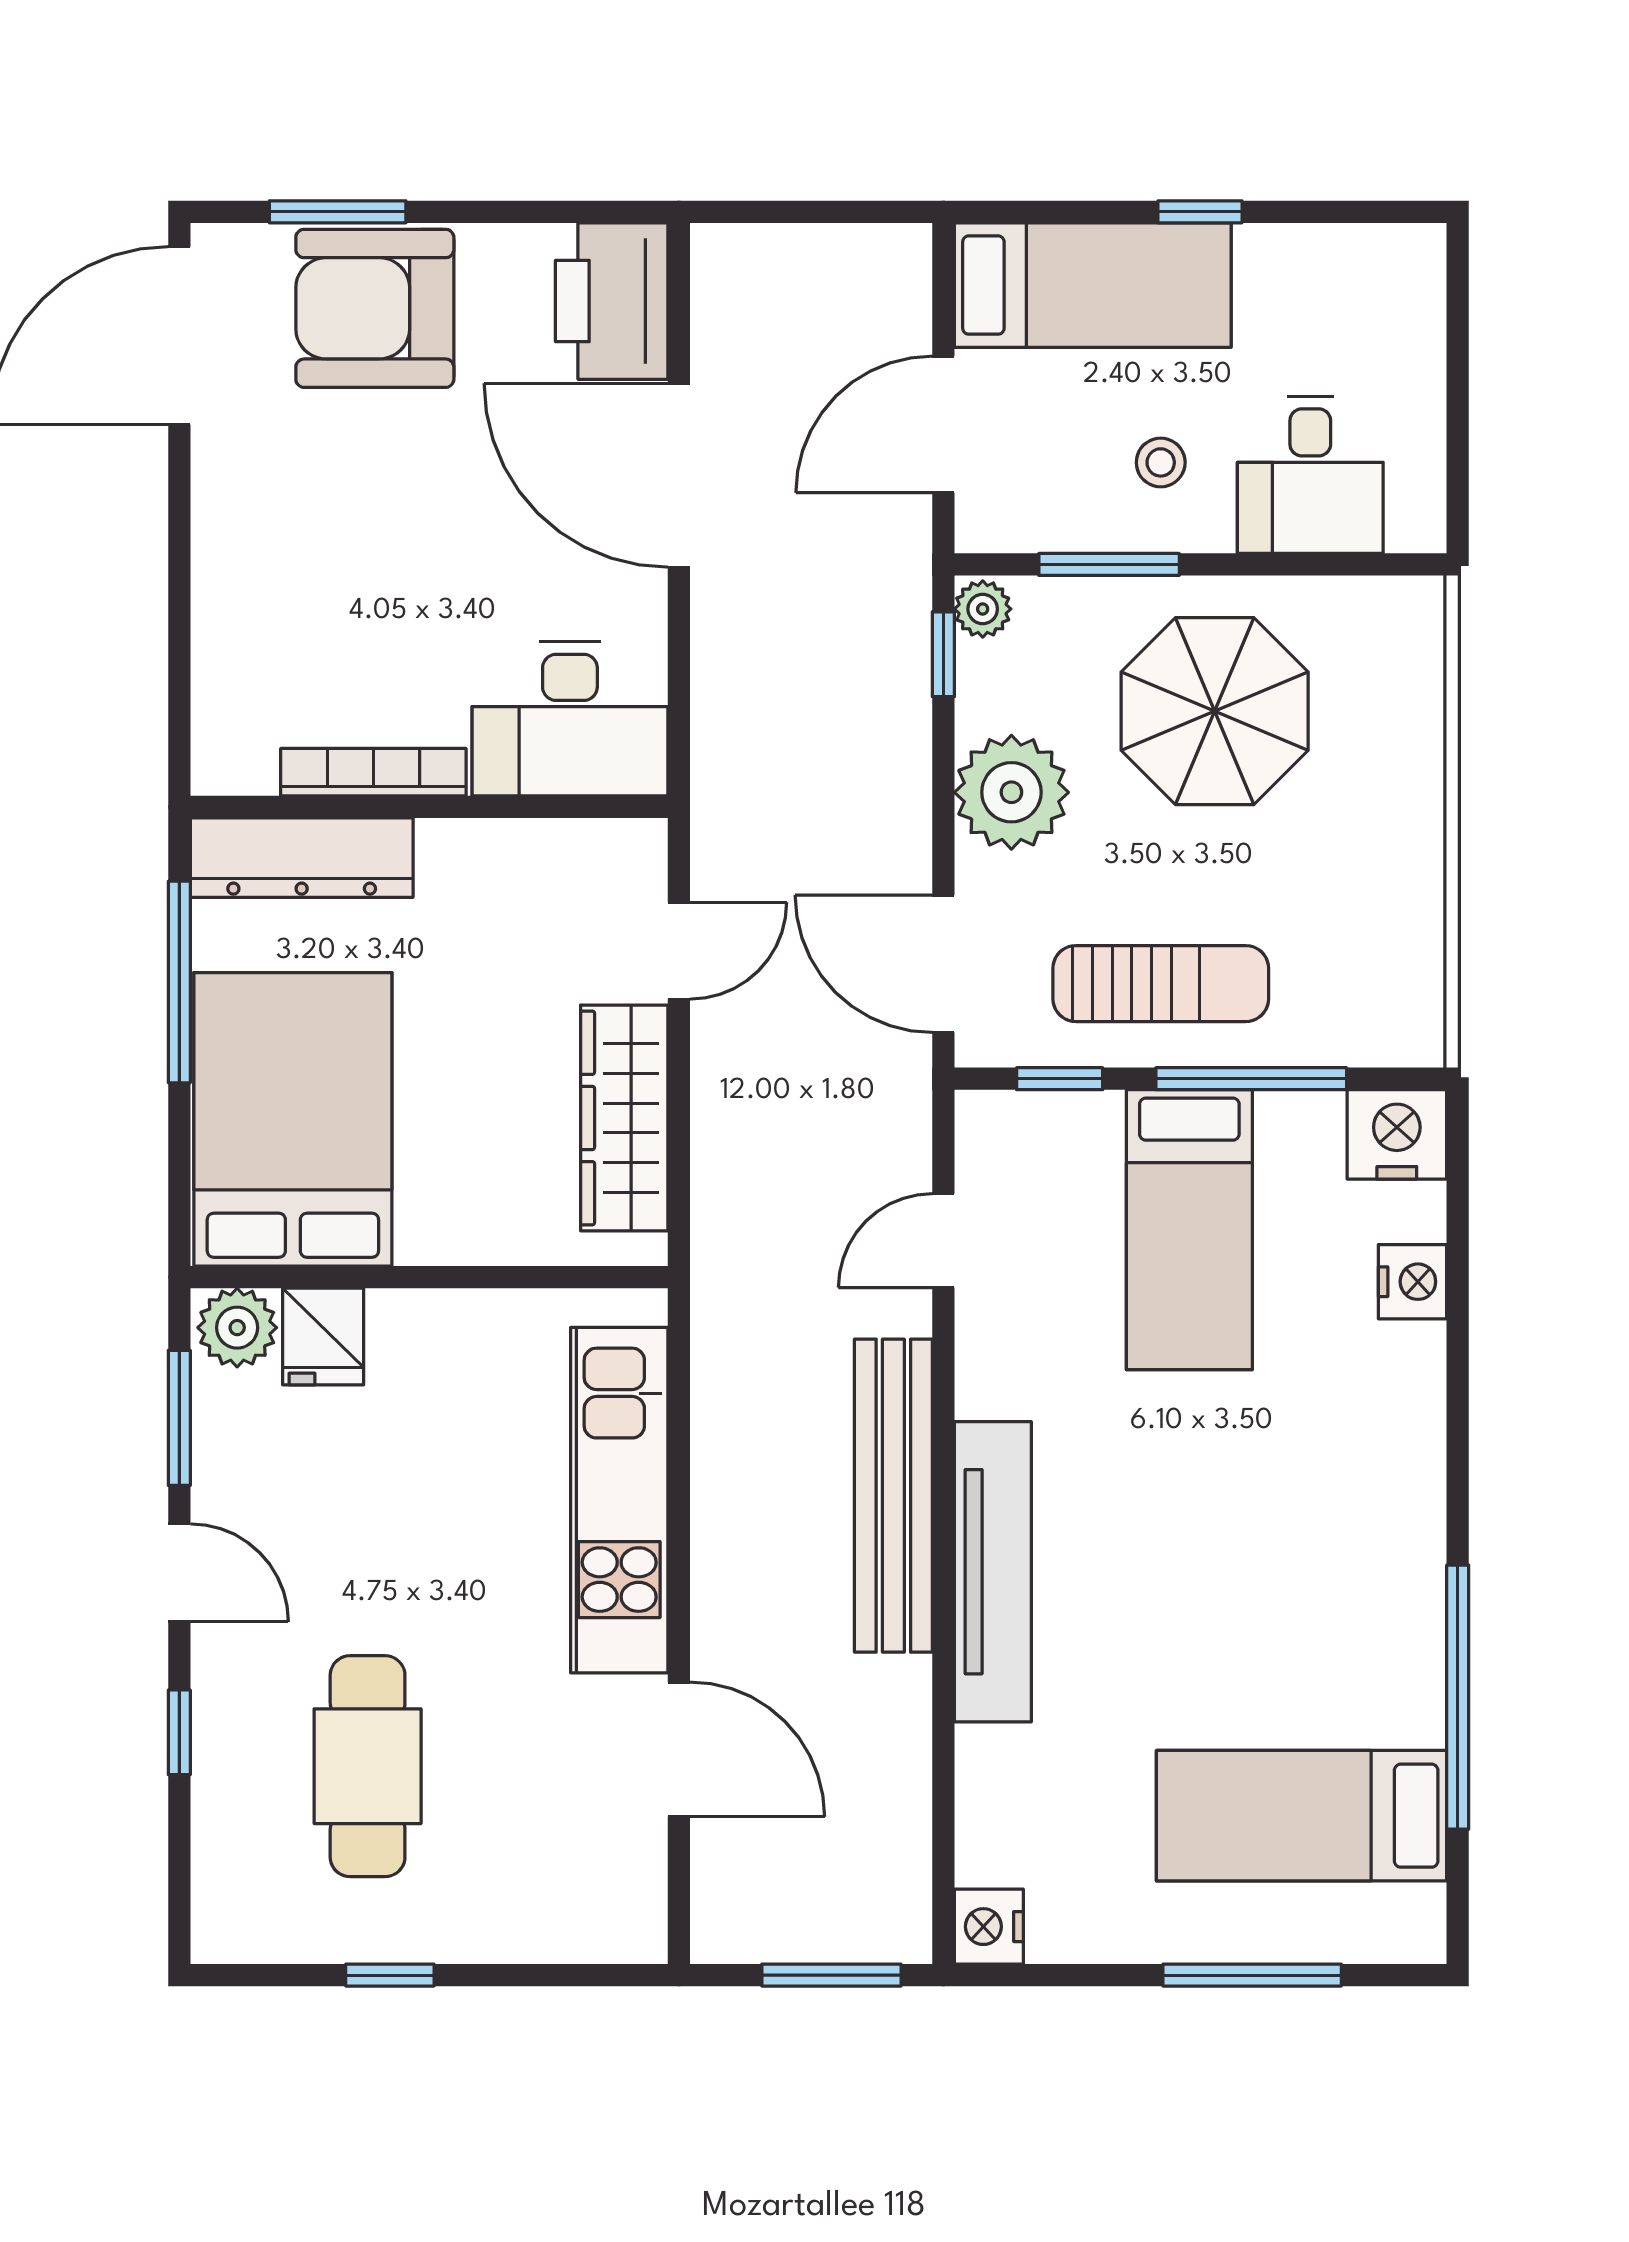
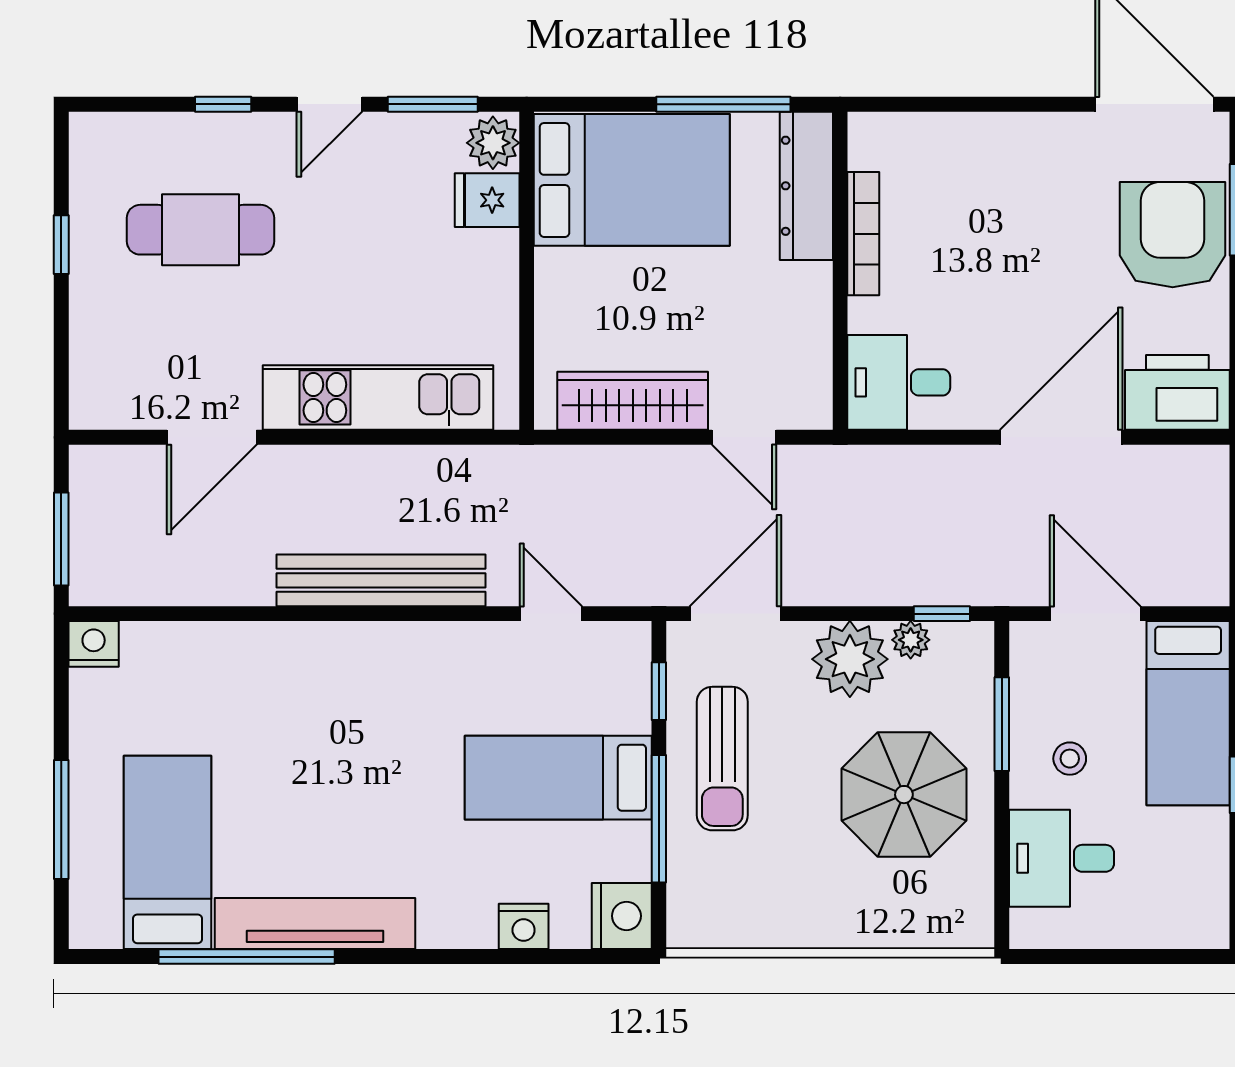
plant: (983, 609) -> (911, 640), moved
desk: (570, 719) -> (899, 382), width x0.73
tv unit: (993, 1572) -> (315, 924), moved, turned 180

